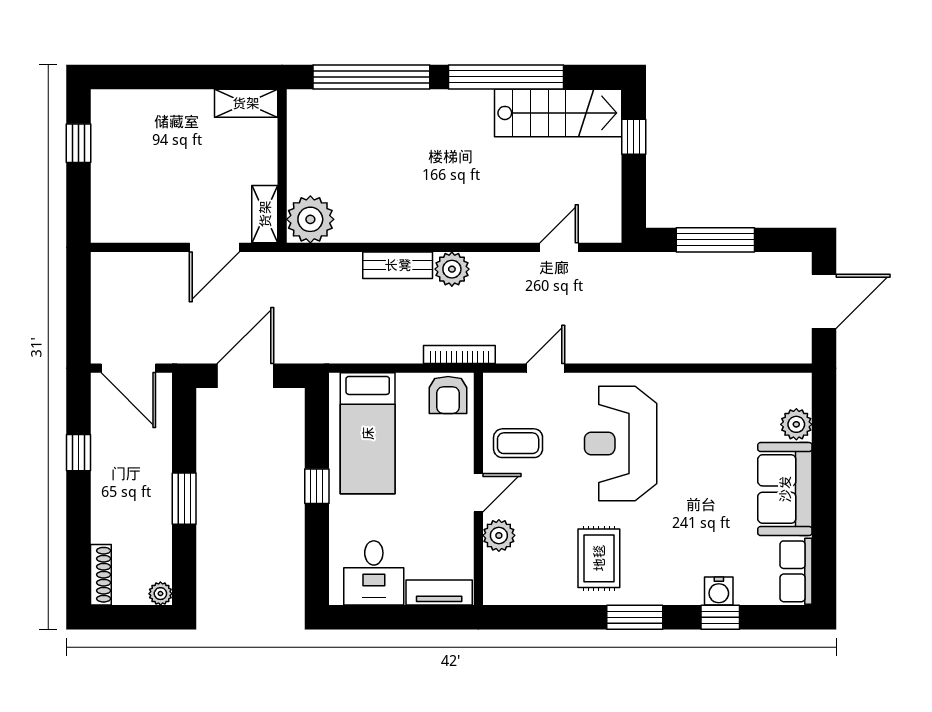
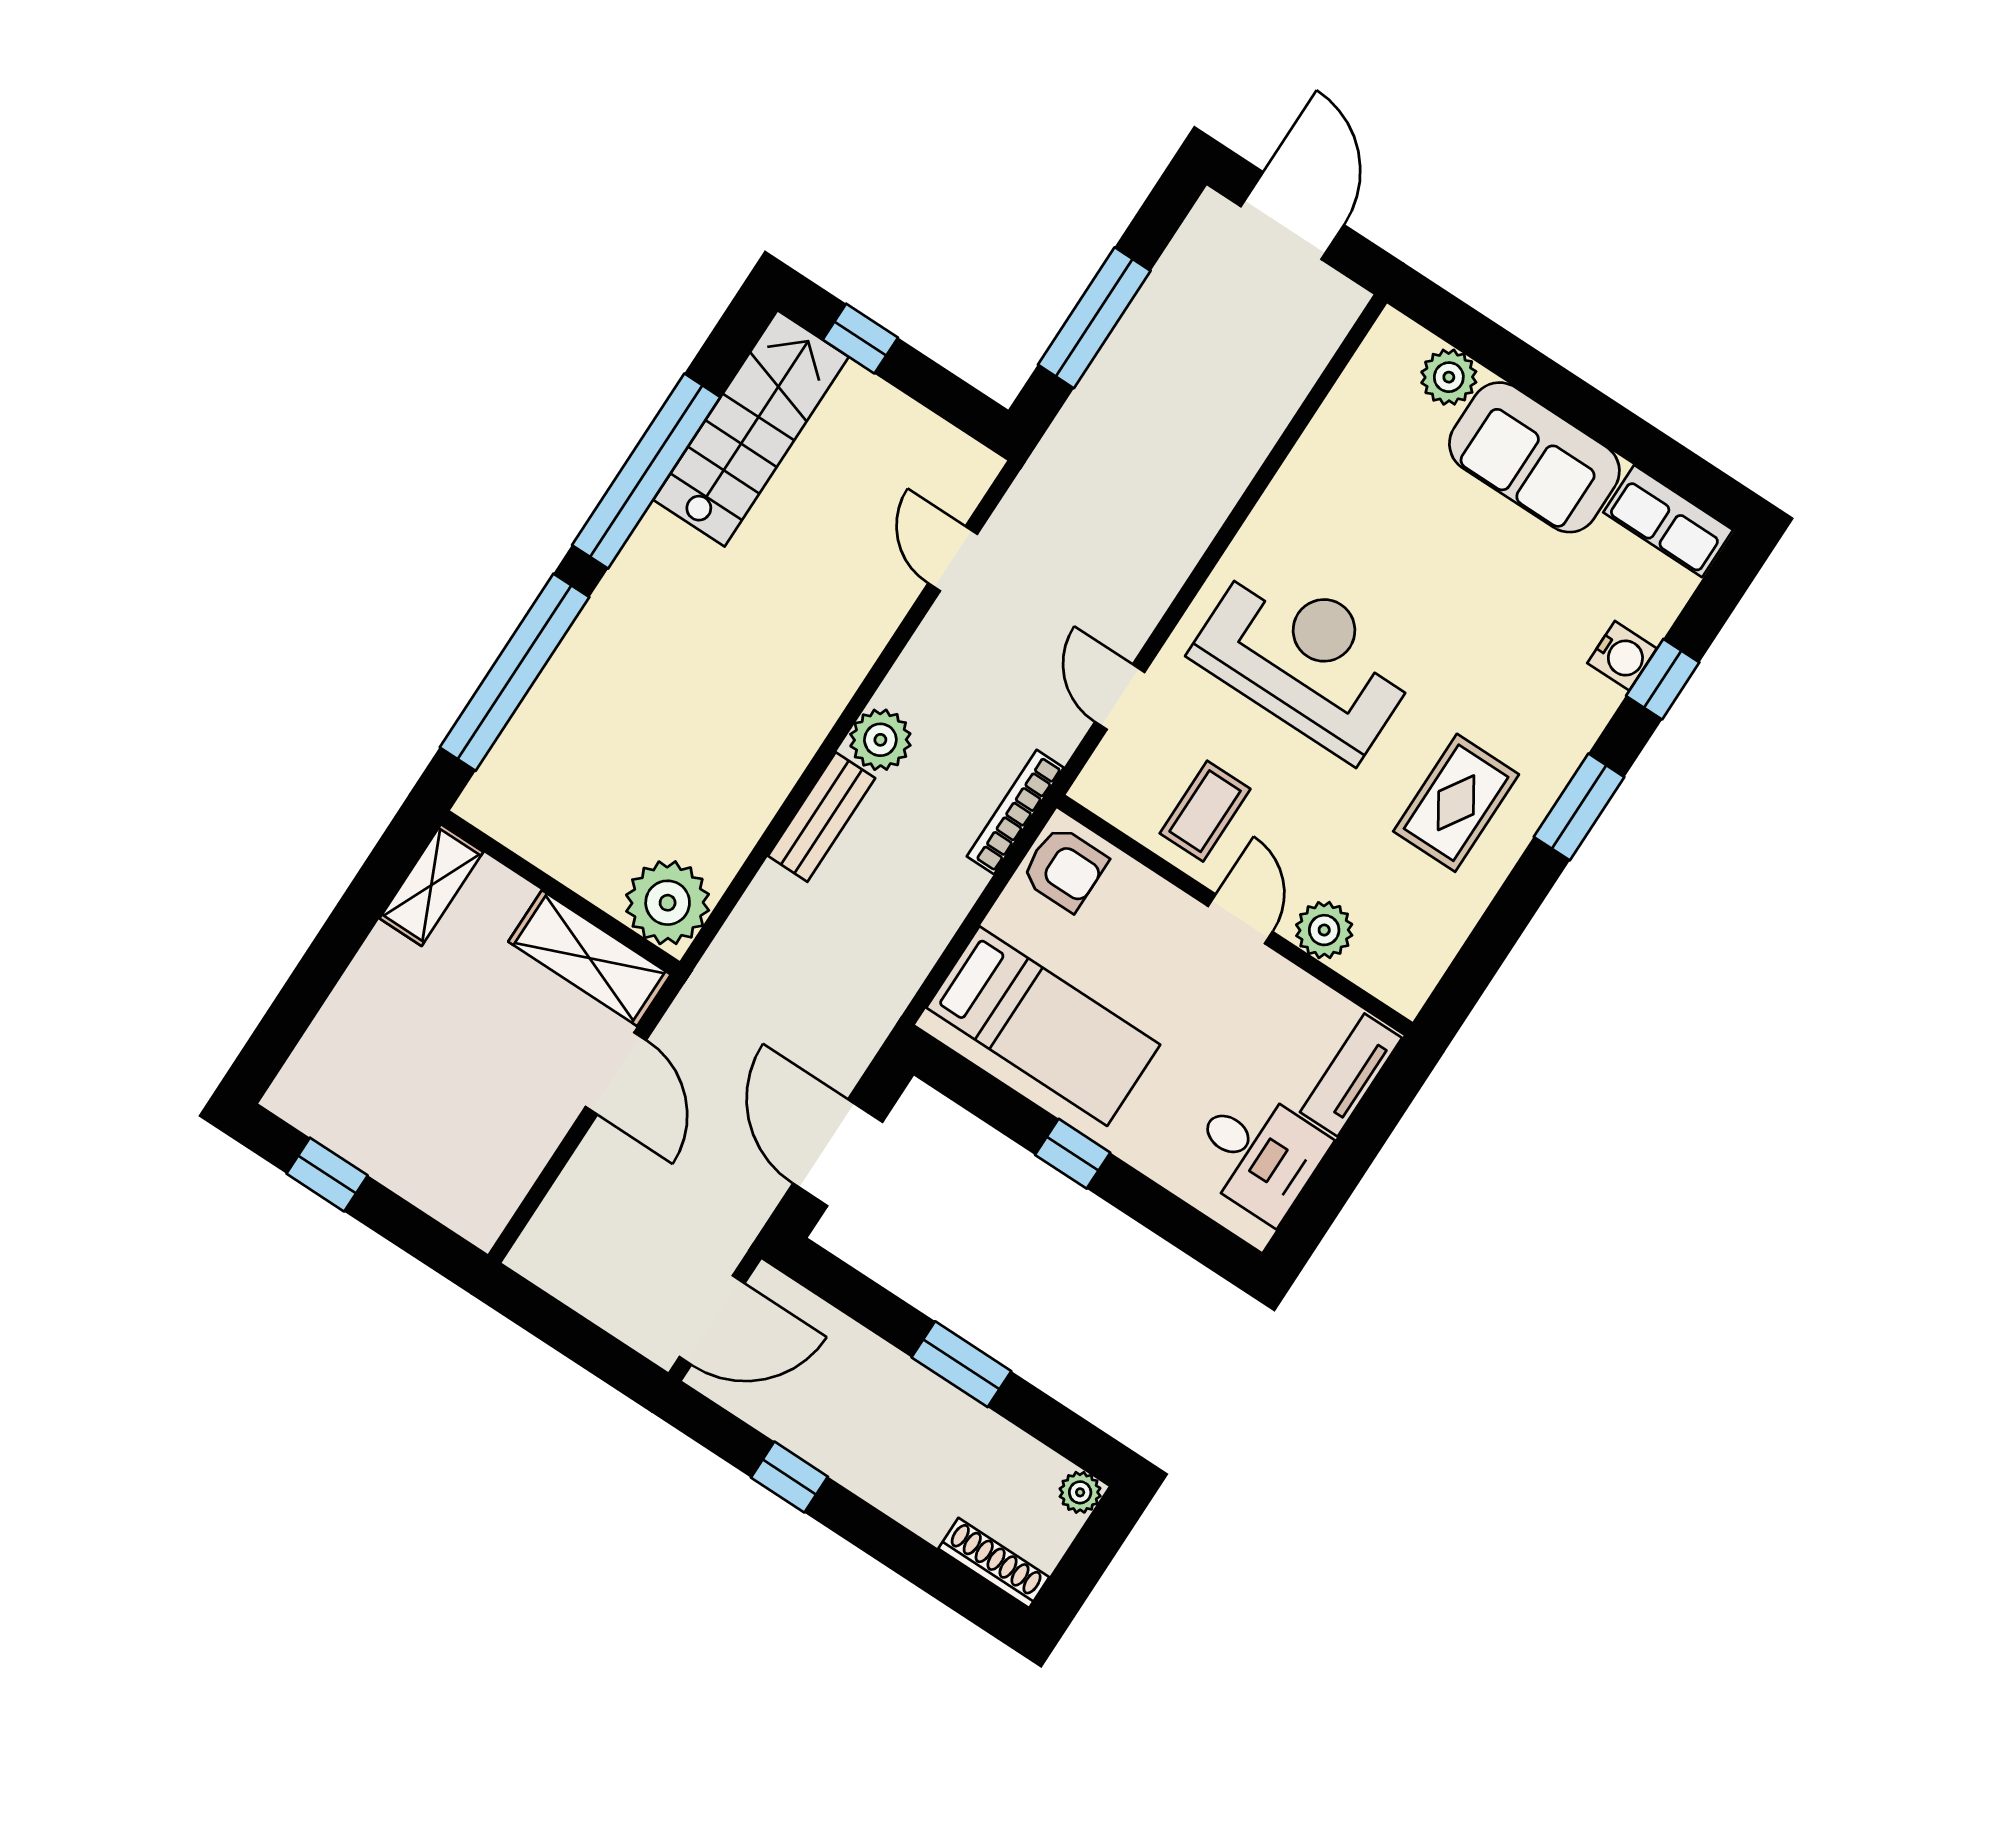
shelving: (265, 214) -> (590, 958), width x1.50, depth x1.33
reception desk: (621, 444) -> (1306, 658), turned 180
rug: (599, 558) -> (1456, 803), turned 90

